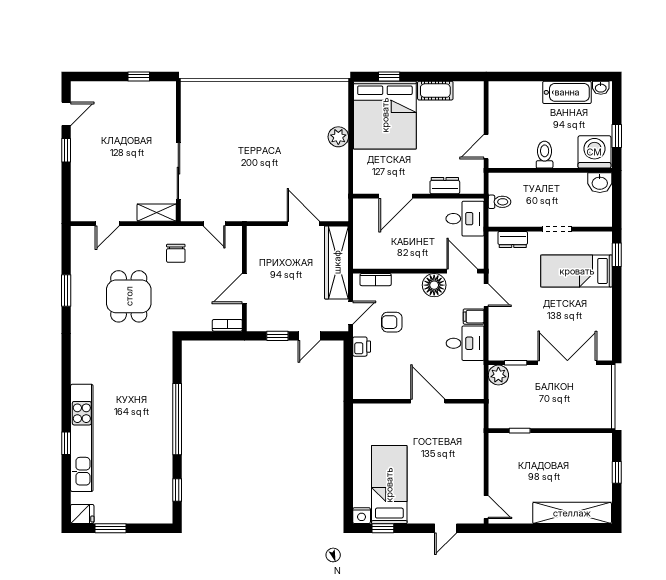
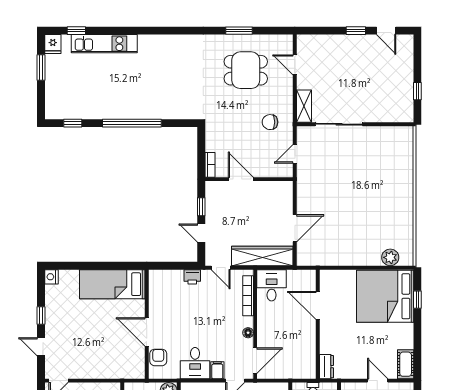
cot: (435, 91) -> (406, 364), moved
plant: (338, 137) -> (390, 257), moved
door: (486, 147) -> (378, 381), moved
dresser: (445, 186) -> (326, 367), moved
desk: (465, 219) -> (272, 285), moved, turned 180
bookcase: (376, 280) -> (248, 296), width x1.56
floor lamp: (434, 285) -> (248, 333), width x0.53, depth x0.53
dining table: (129, 296) -> (246, 70), moved
armchair: (392, 322) -> (158, 357), moved
door: (428, 401) -> (147, 332), swing flipped
kitchen unit: (82, 438) -> (104, 44), width x0.73
window: (66, 443) -> (76, 31), moved
bed: (389, 485) -> (112, 284), moved, turned 180
window: (383, 528) -> (41, 315), moved

